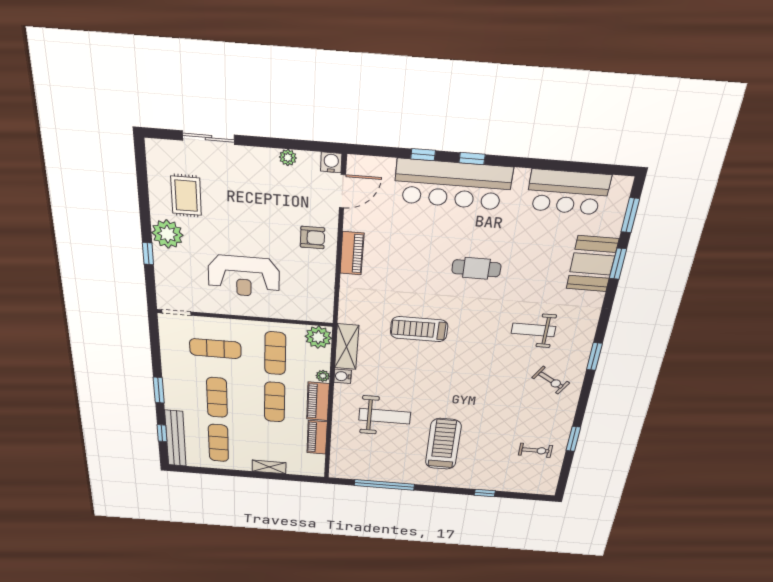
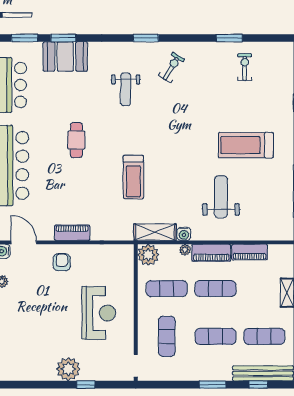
rug: (186, 196) -> (37, 354), removed

